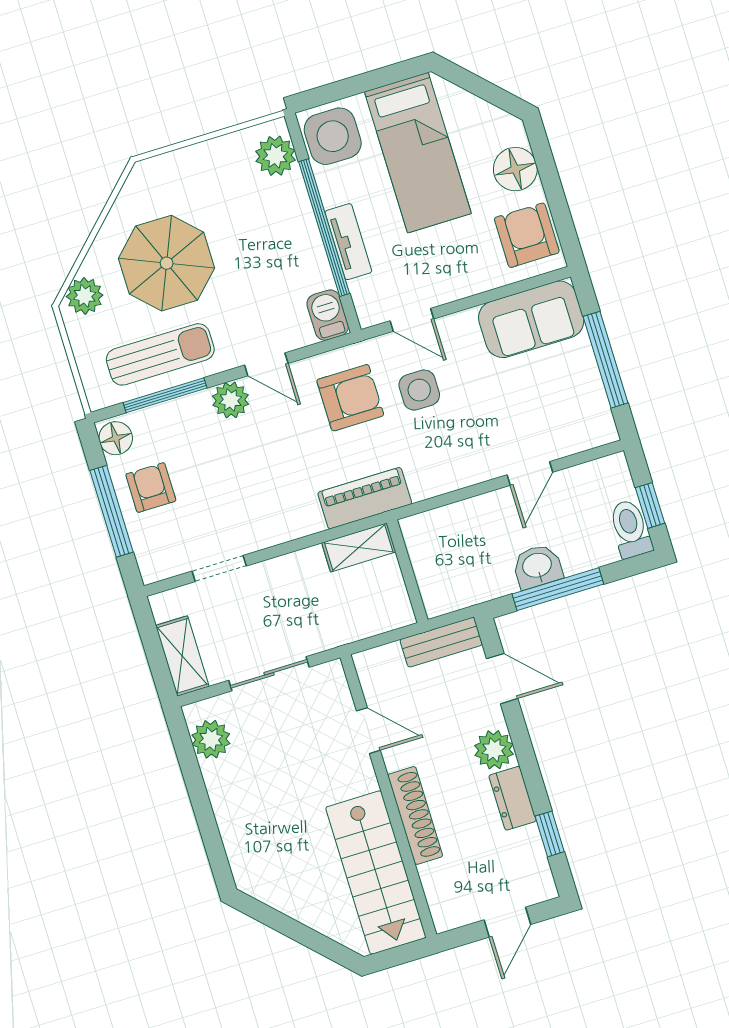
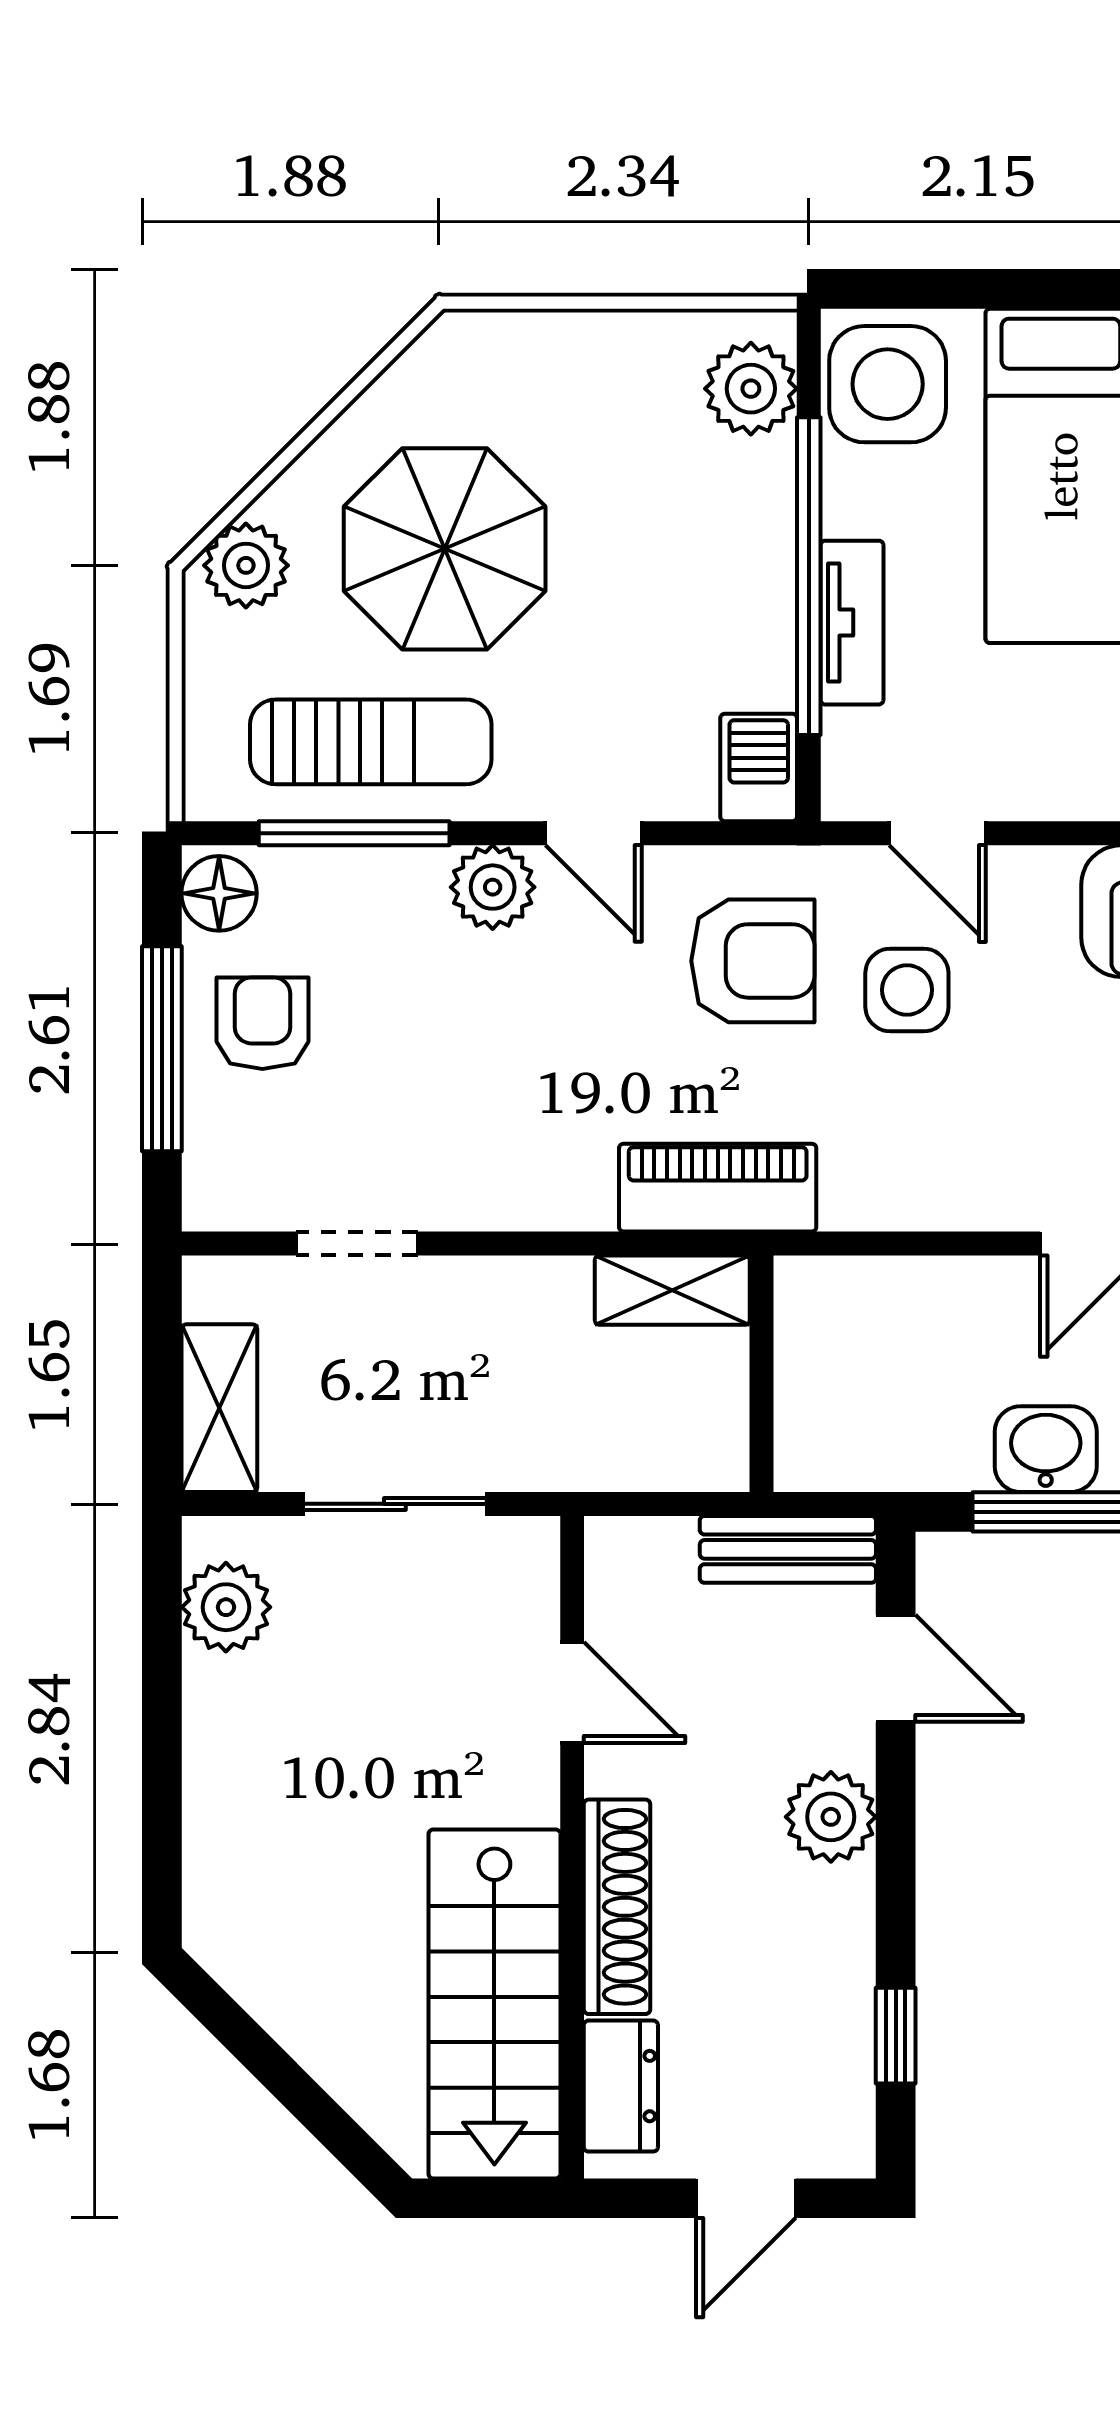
dresser: (513, 798) -> (621, 2086), moved, turned 180

